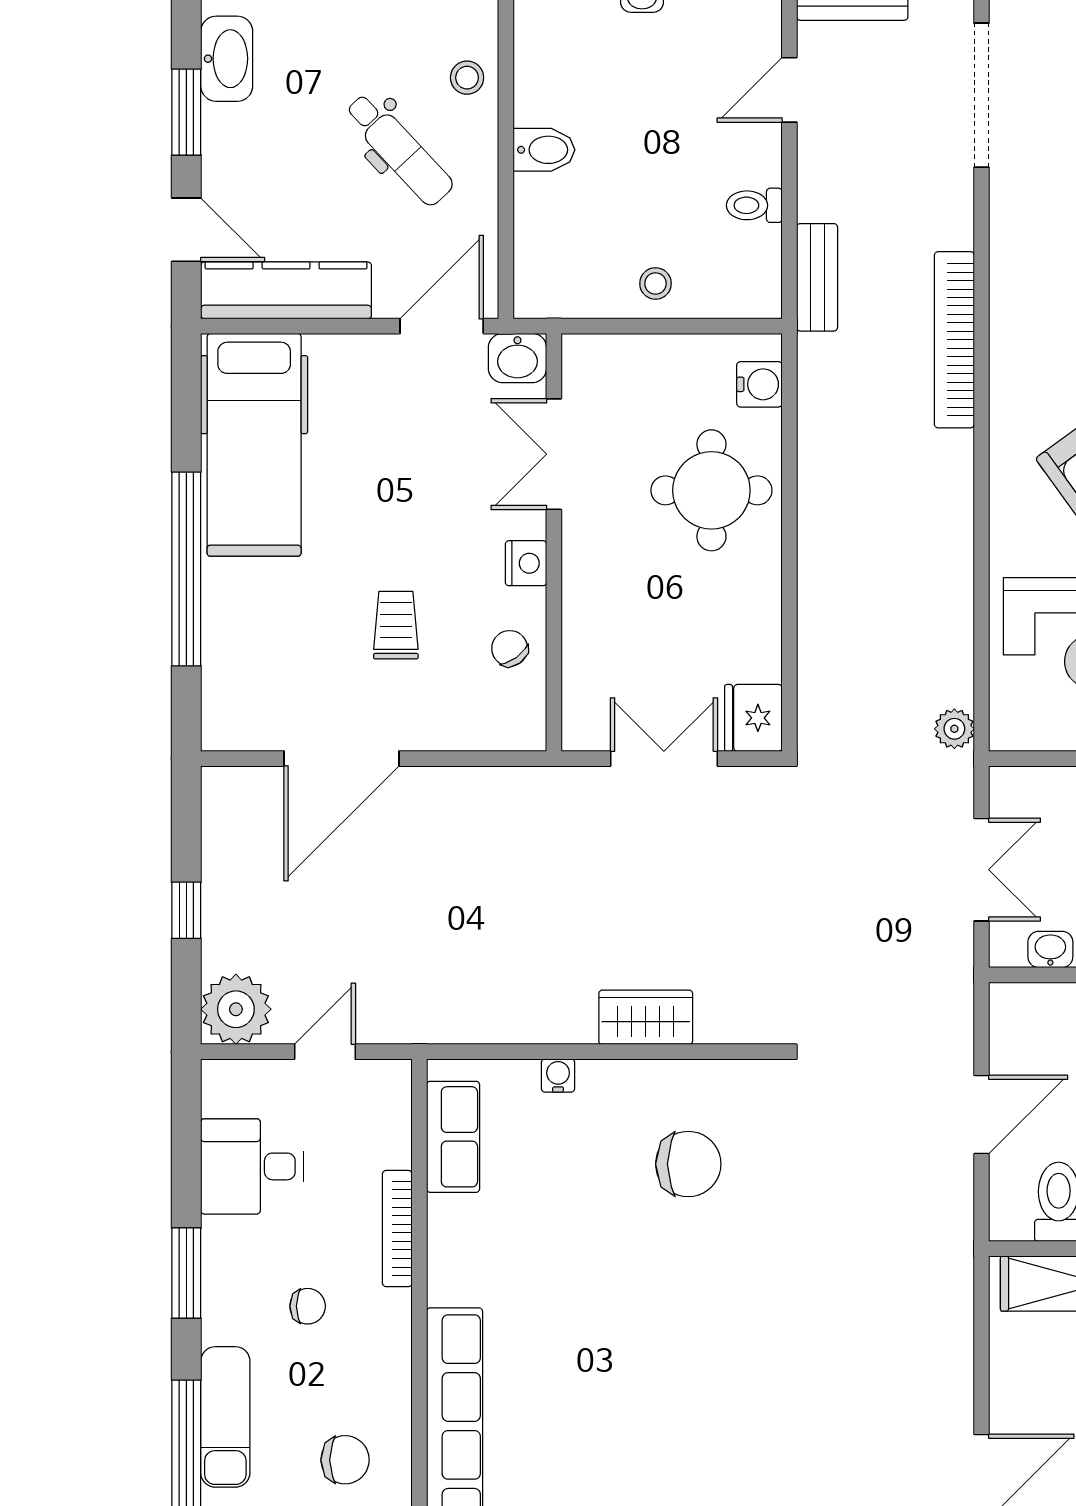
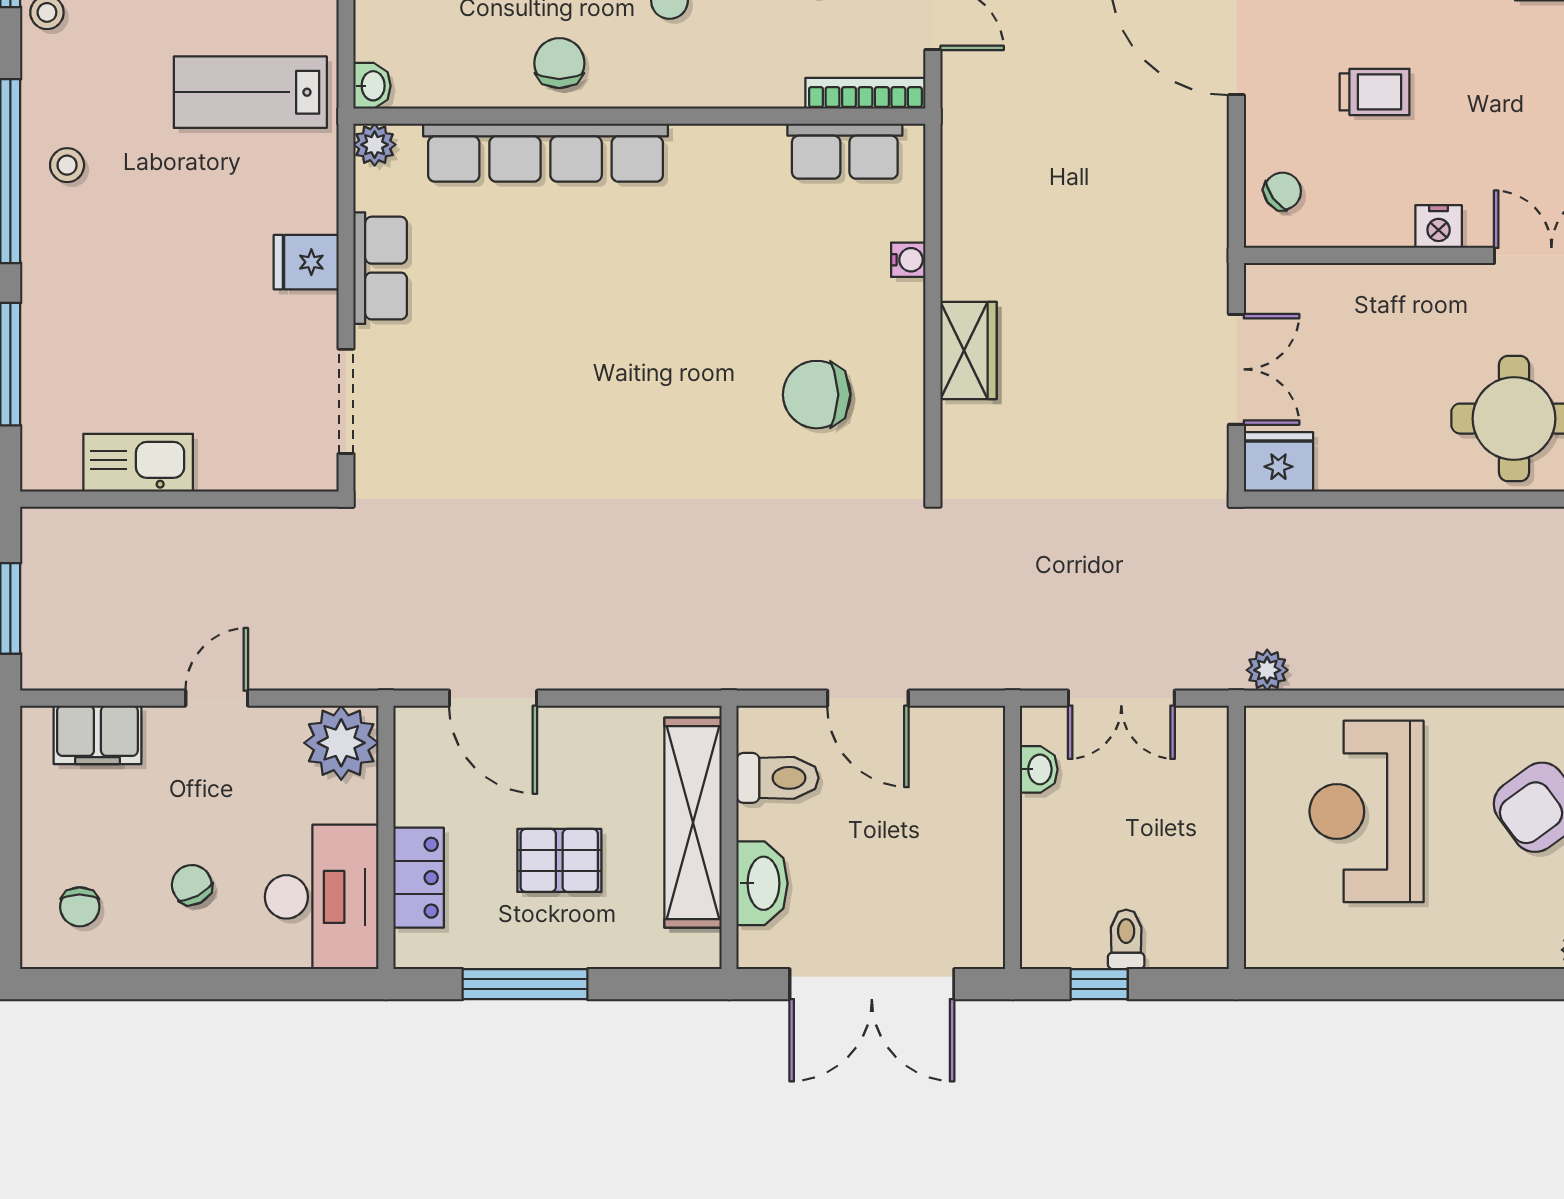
chair: (510, 648) -> (1282, 191), moved
chair: (688, 1164) -> (817, 395), turned 90
bookcase: (397, 1229) -> (865, 93), moved
chair: (345, 1460) -> (559, 63), moved, turned 180

